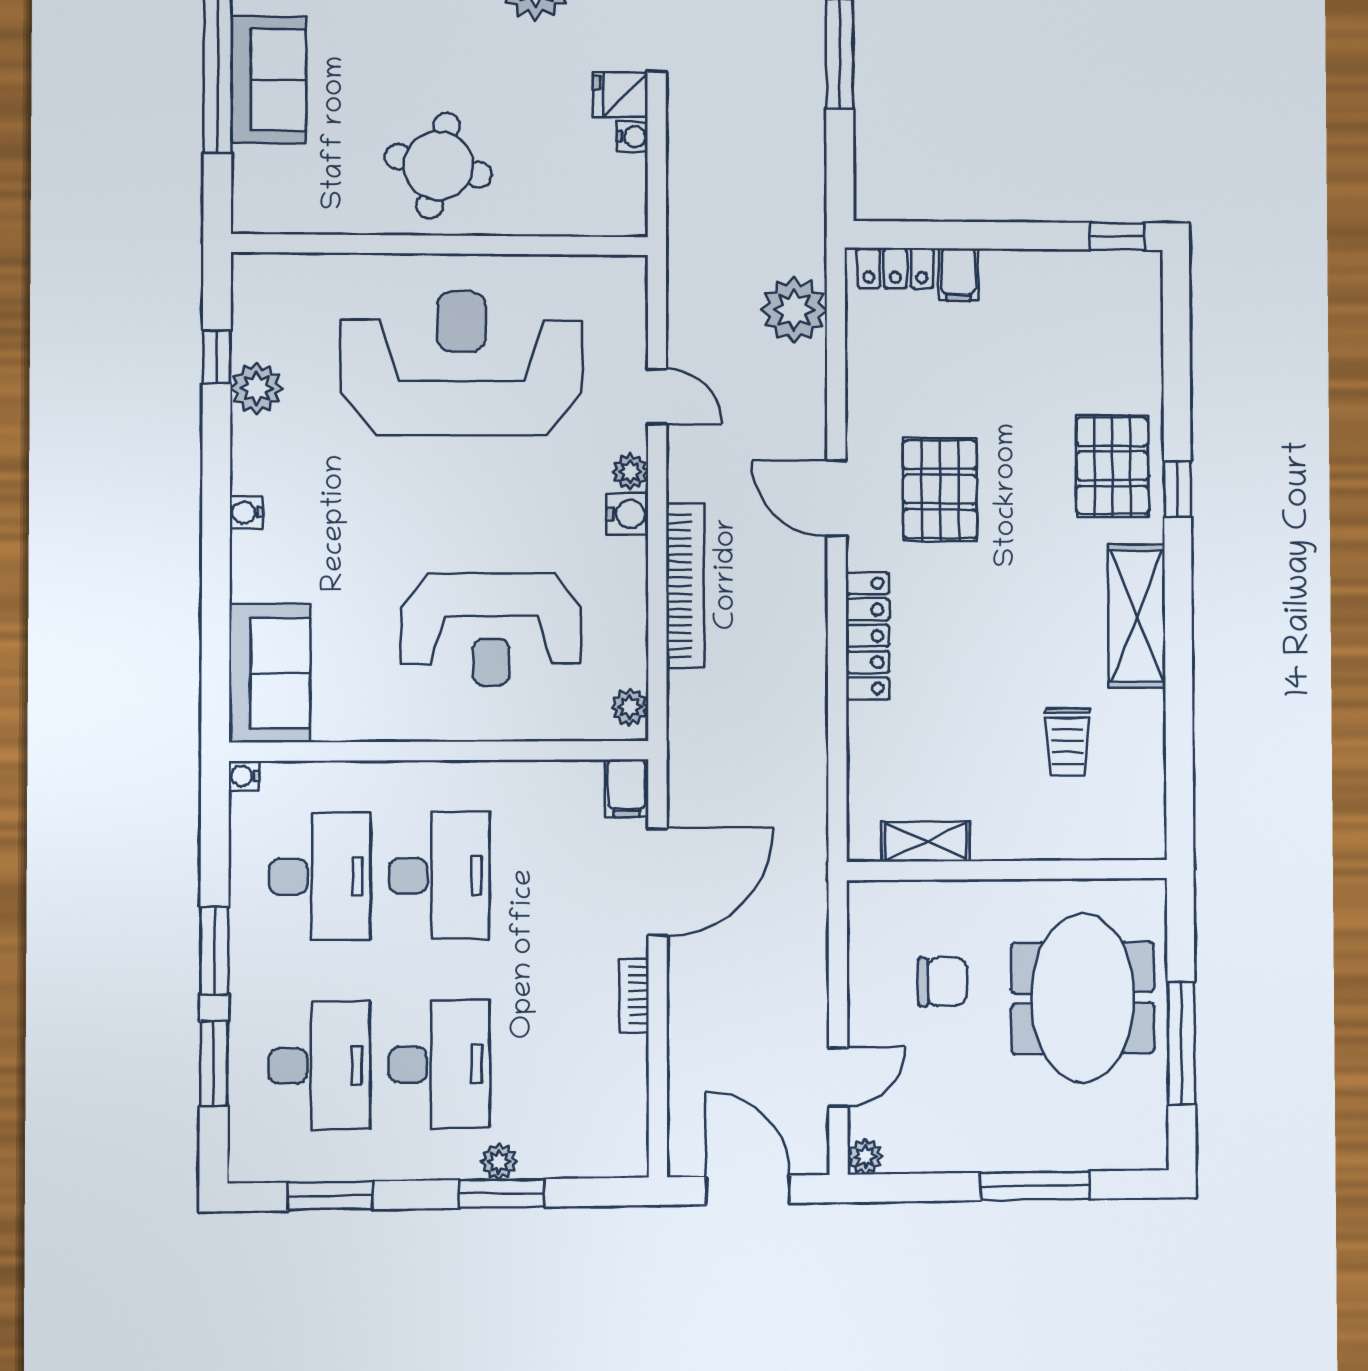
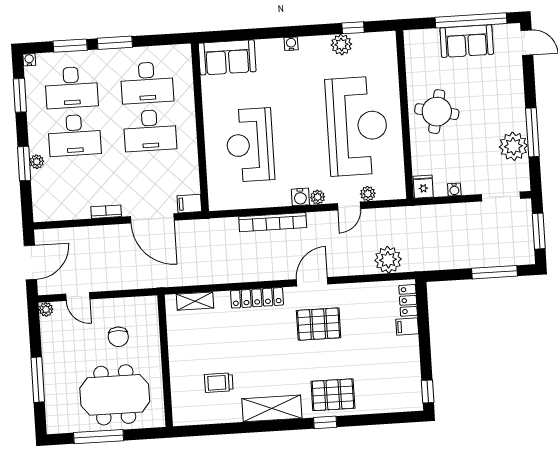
fridge: (620, 95) -> (423, 187), moved
plant: (630, 707) -> (368, 194), moved
water cooler: (244, 776) -> (29, 60), moved
shelving: (926, 841) -> (195, 301), moved, turned 90

